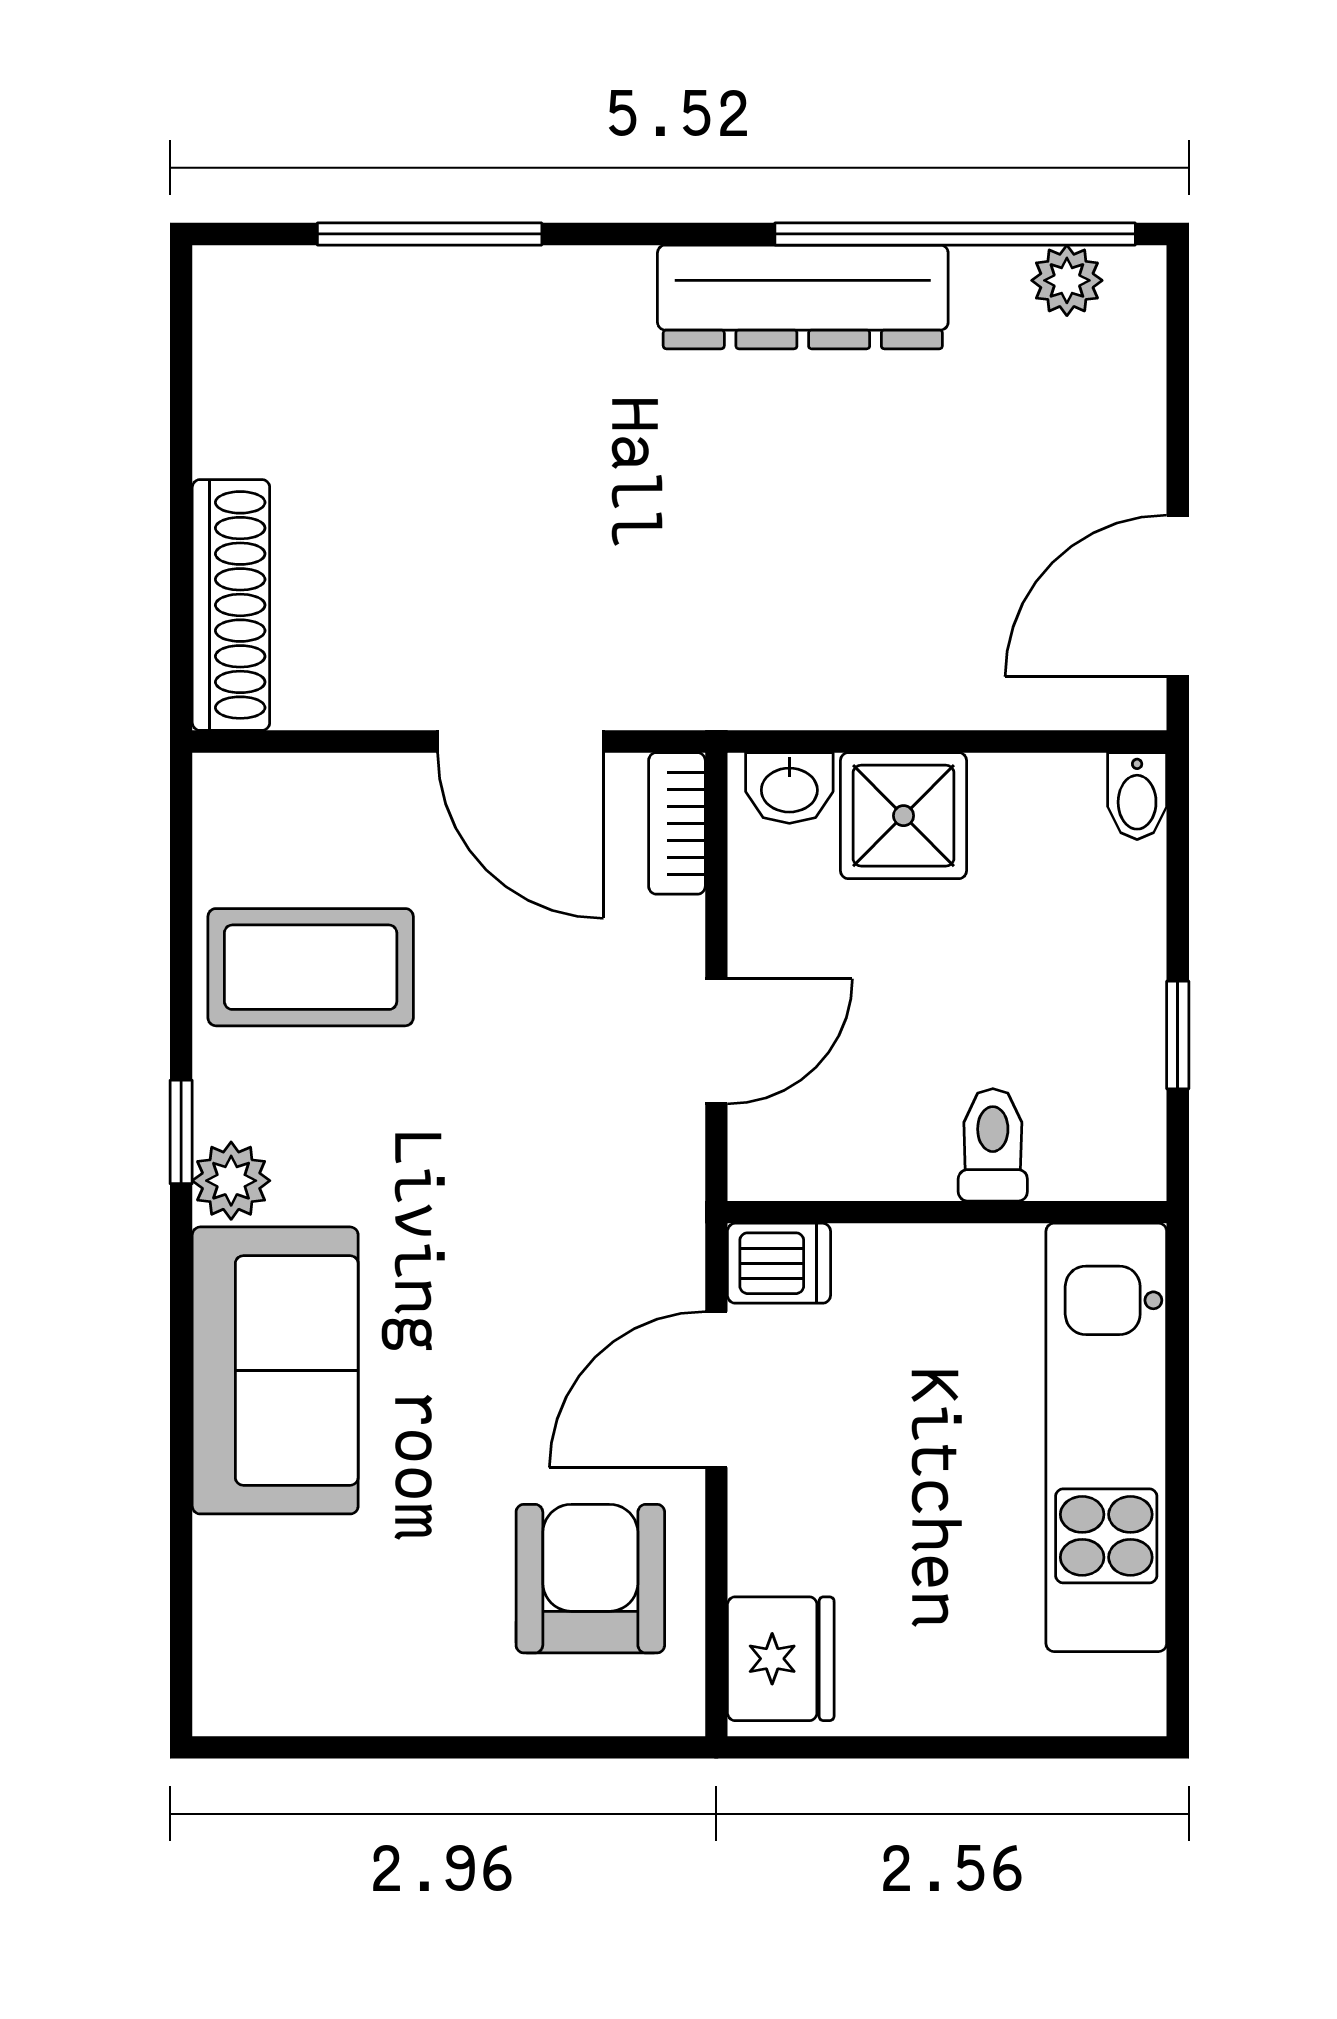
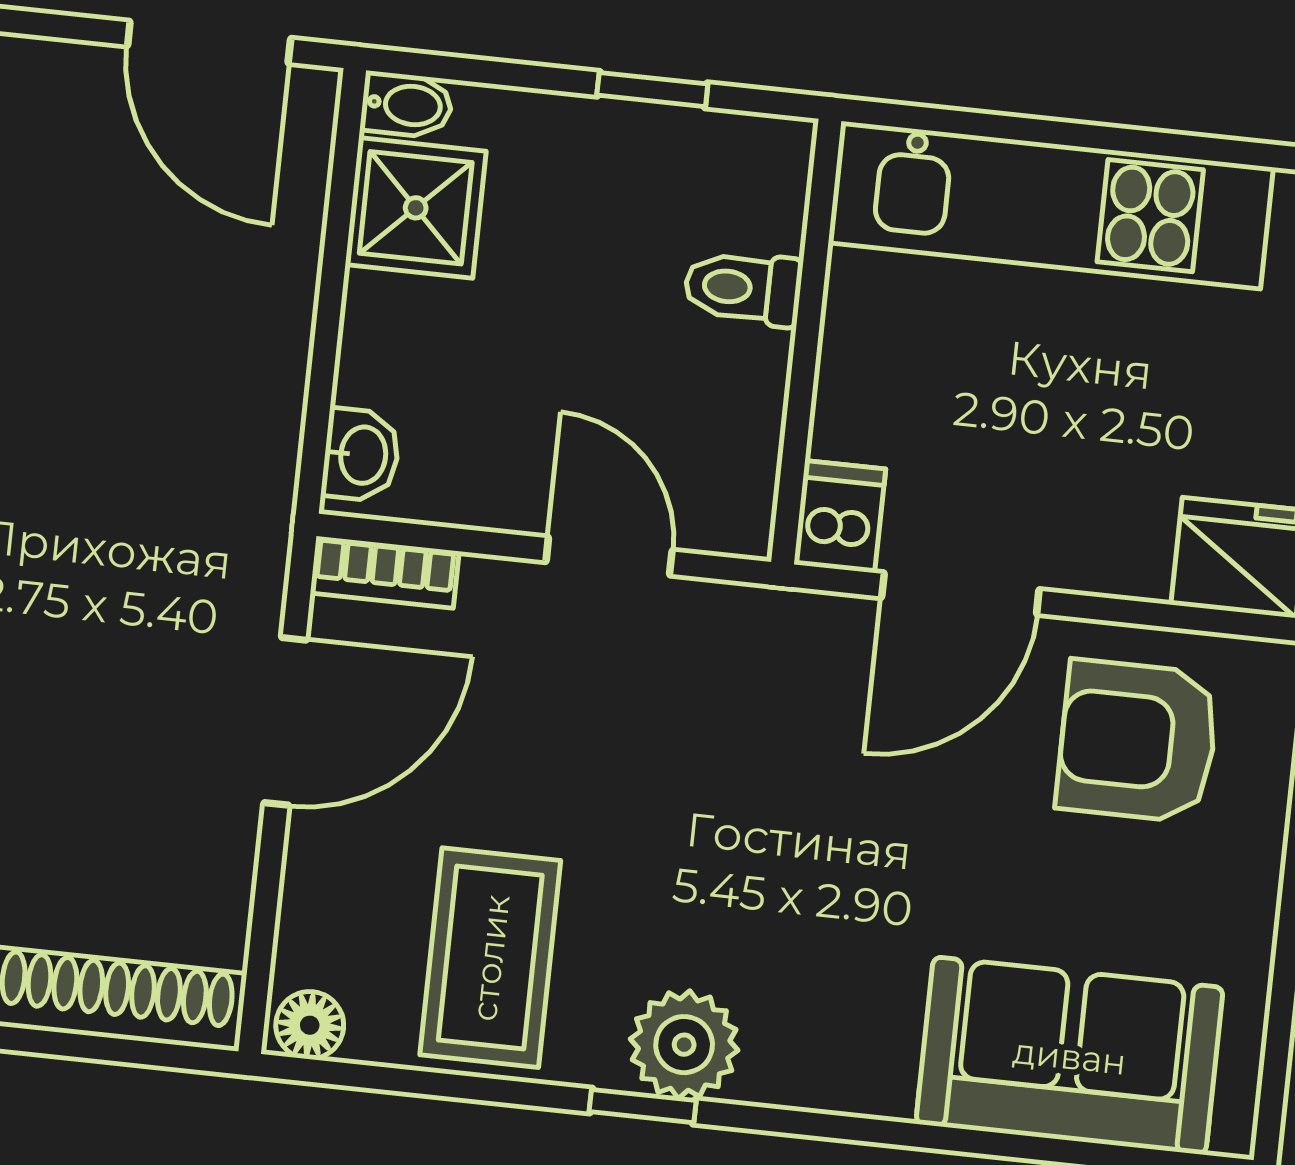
floor lamp: (225, 797) -> (310, 1025), added
shower: (904, 816) -> (416, 208), moved
plant: (231, 1181) -> (684, 1045), width x1.38, depth x1.38
sofa: (275, 1370) -> (1070, 1056), moved
door: (716, 1389) -> (960, 594), hinge flipped

